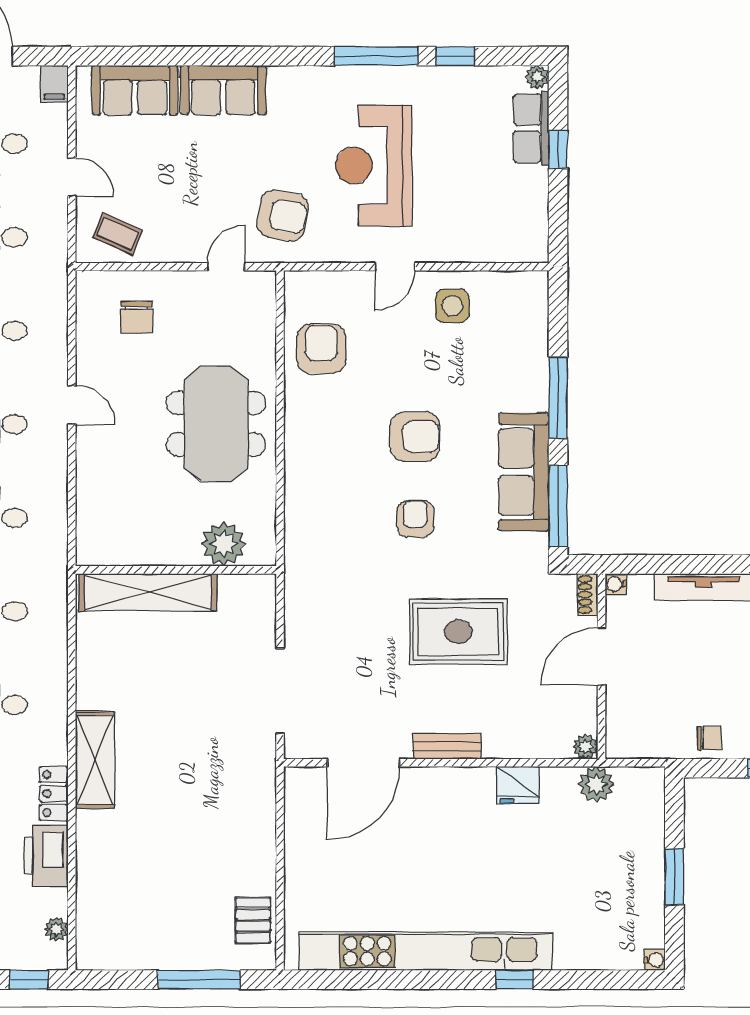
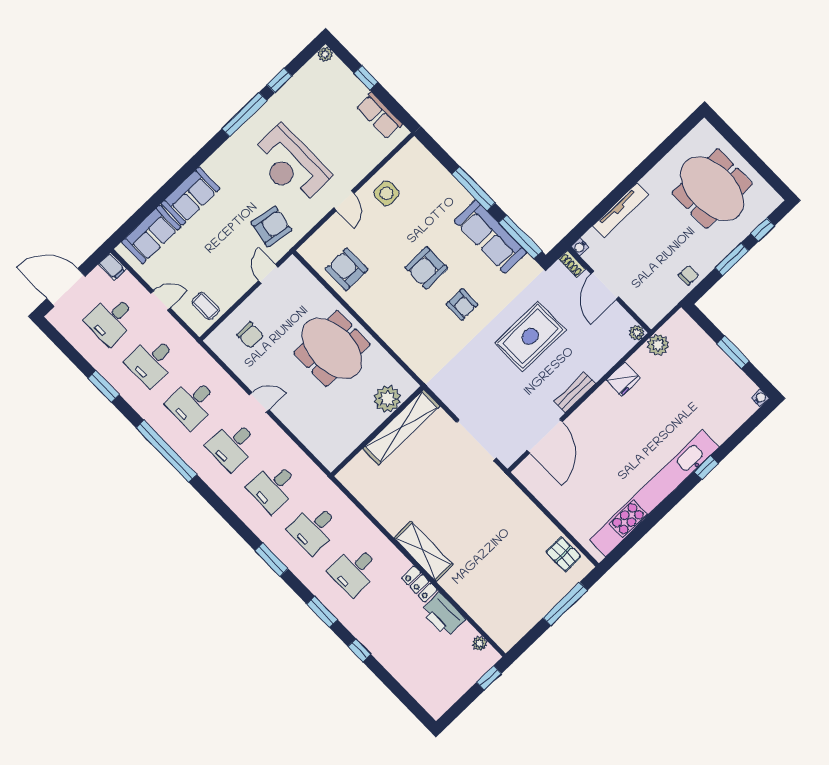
row of seats: (531, 128) -> (379, 115), moved
coffee table: (118, 234) -> (206, 306), turned 65
armchair: (415, 437) -> (426, 268), turned 180
armchair: (415, 519) -> (462, 304), turned 180
shelving: (148, 592) -> (401, 427), moved

